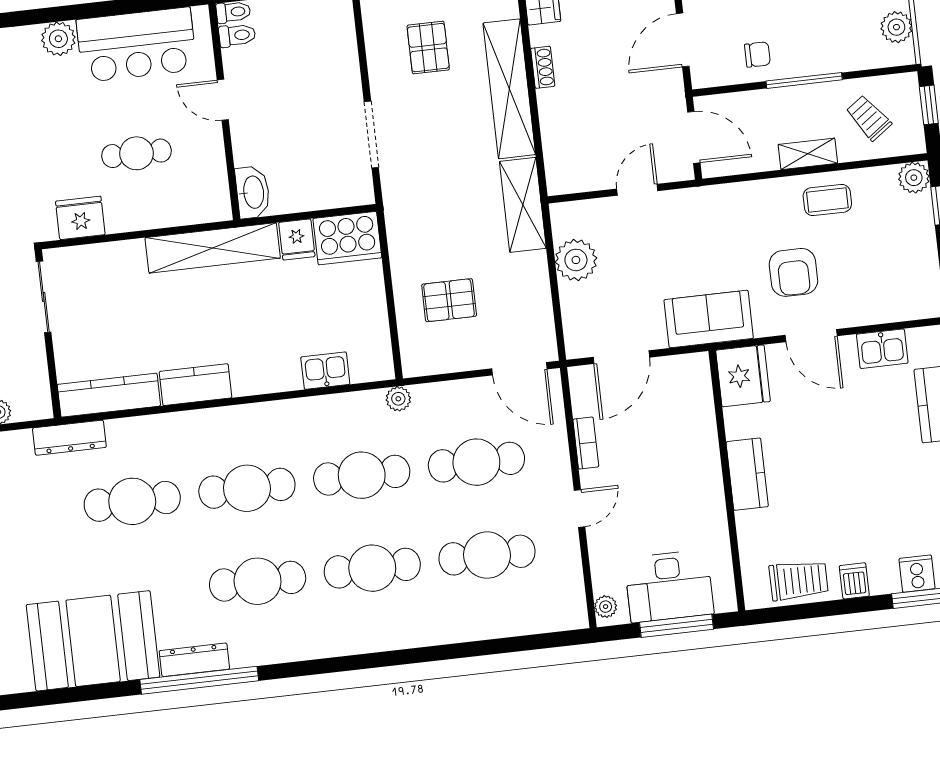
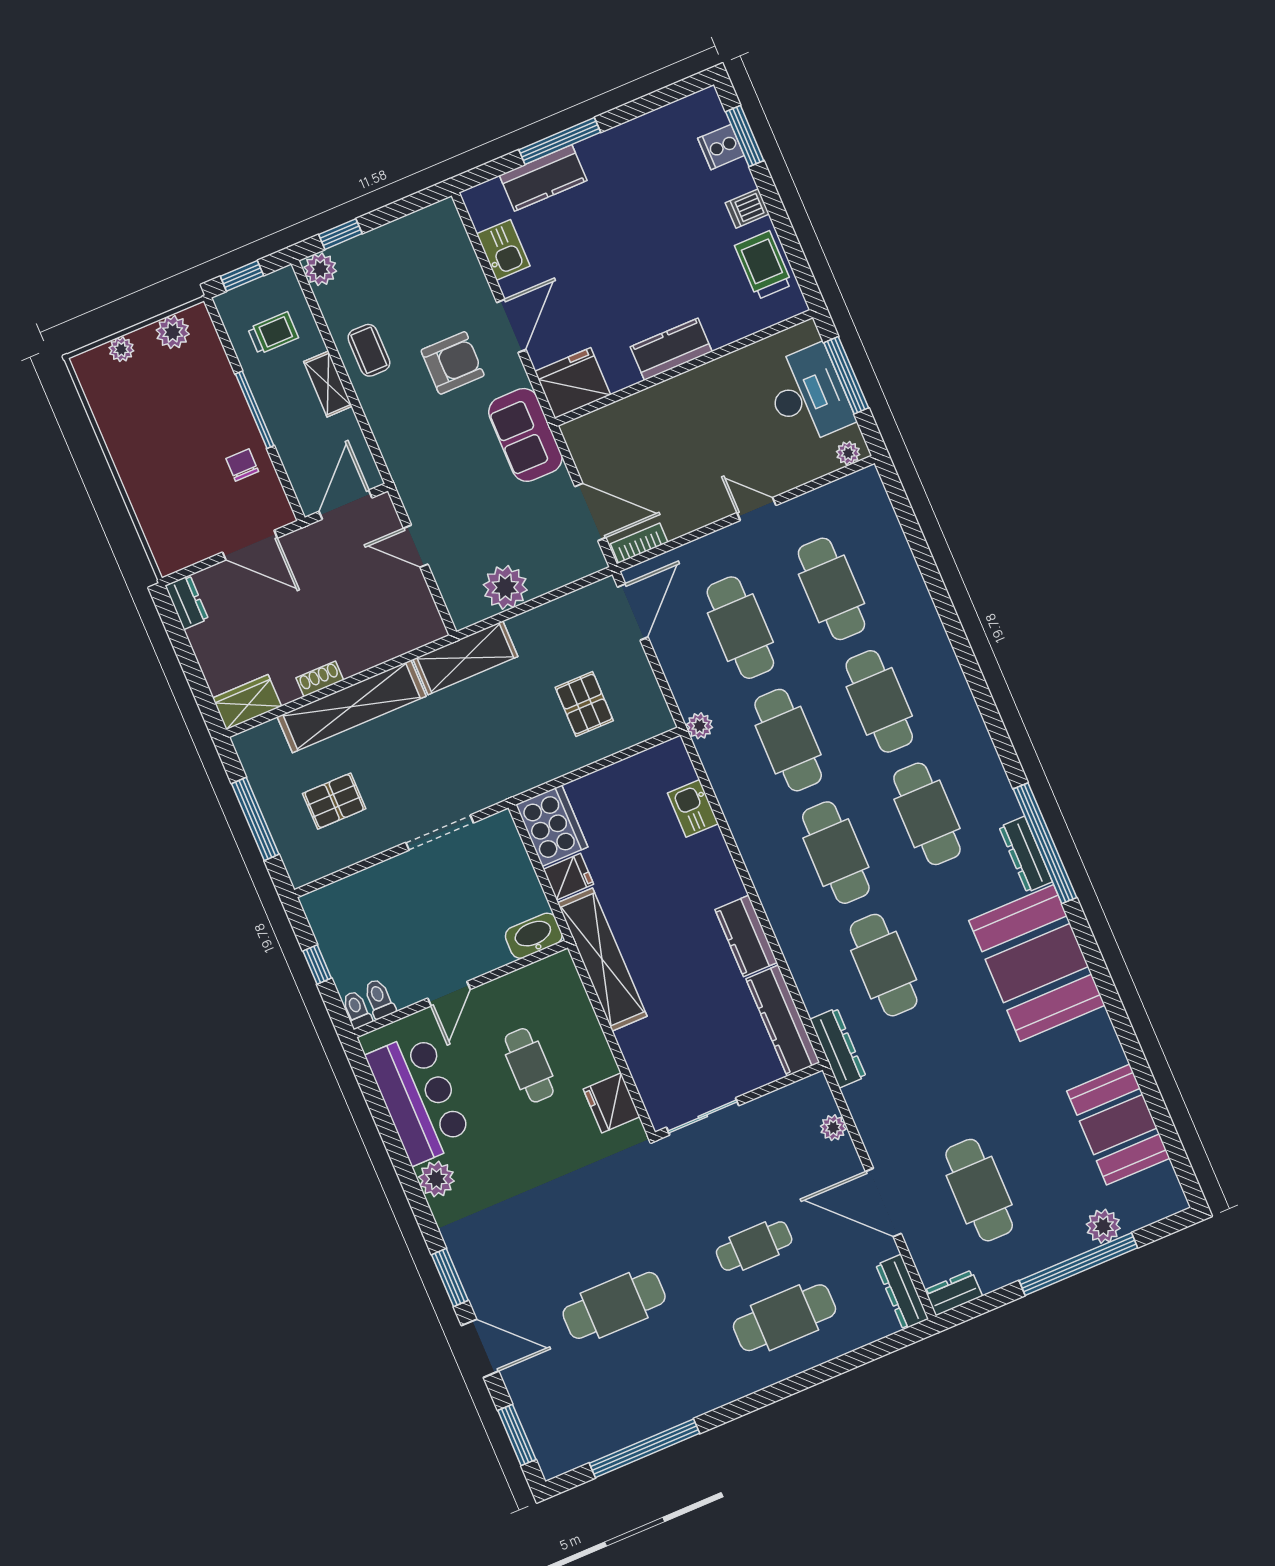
trolley: (869, 118) -> (273, 333), turned -144
bookcase: (586, 443) -> (639, 543), moved

